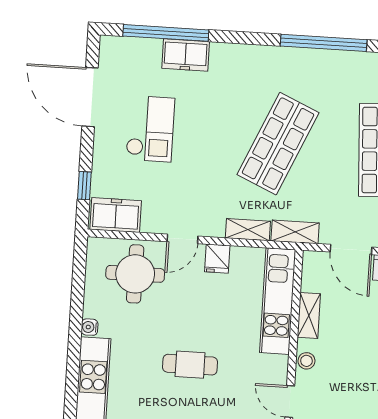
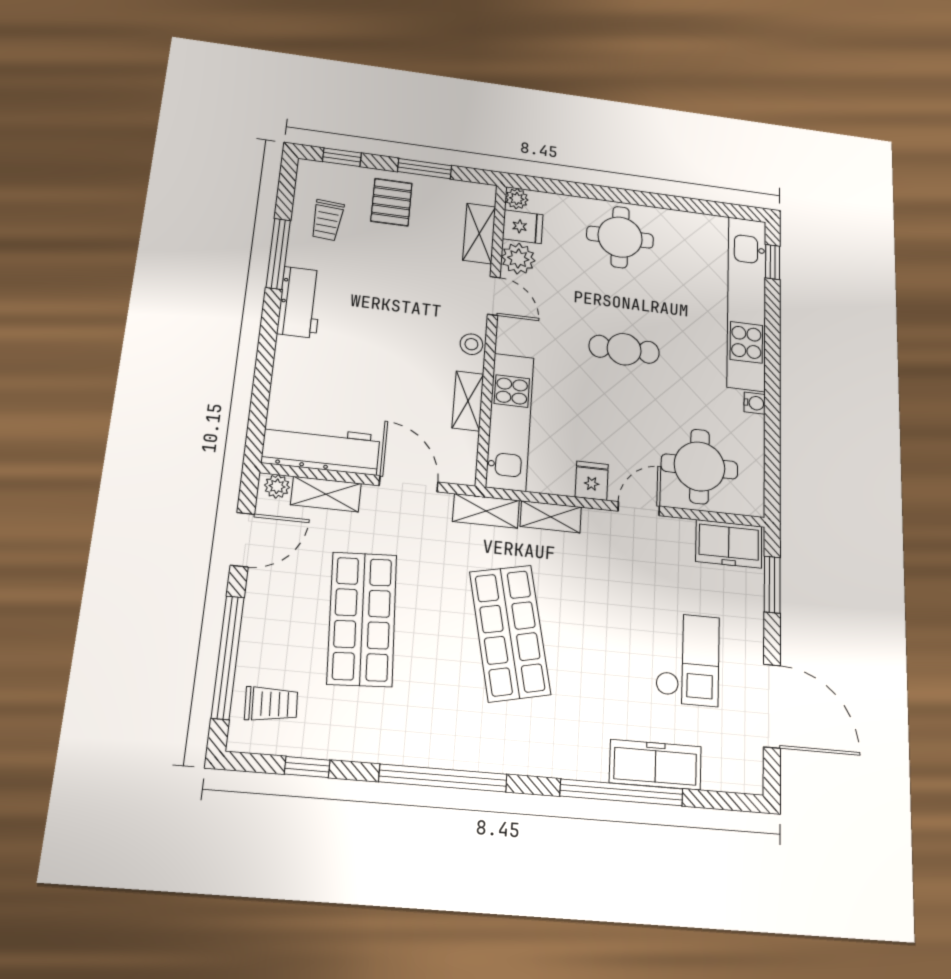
window: (166, 33) -> (622, 792), moved
freezer: (186, 55) -> (655, 765), width x1.40
checkout: (150, 129) -> (688, 659), turned 180
shop shelf: (278, 144) -> (510, 633), turned -36
window: (84, 186) -> (772, 585), width x1.50

